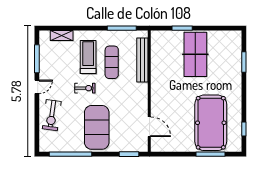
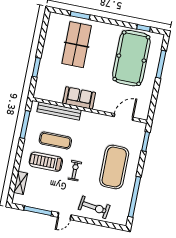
table tennis table: (195, 54) -> (77, 45), moved, turned 90
sofa: (160, 78) -> (79, 98), added
door: (37, 87) -> (64, 216), swing flipped
pool table: (211, 123) -> (131, 58), turned 90
exercise mat: (97, 127) -> (114, 167), turned 90

